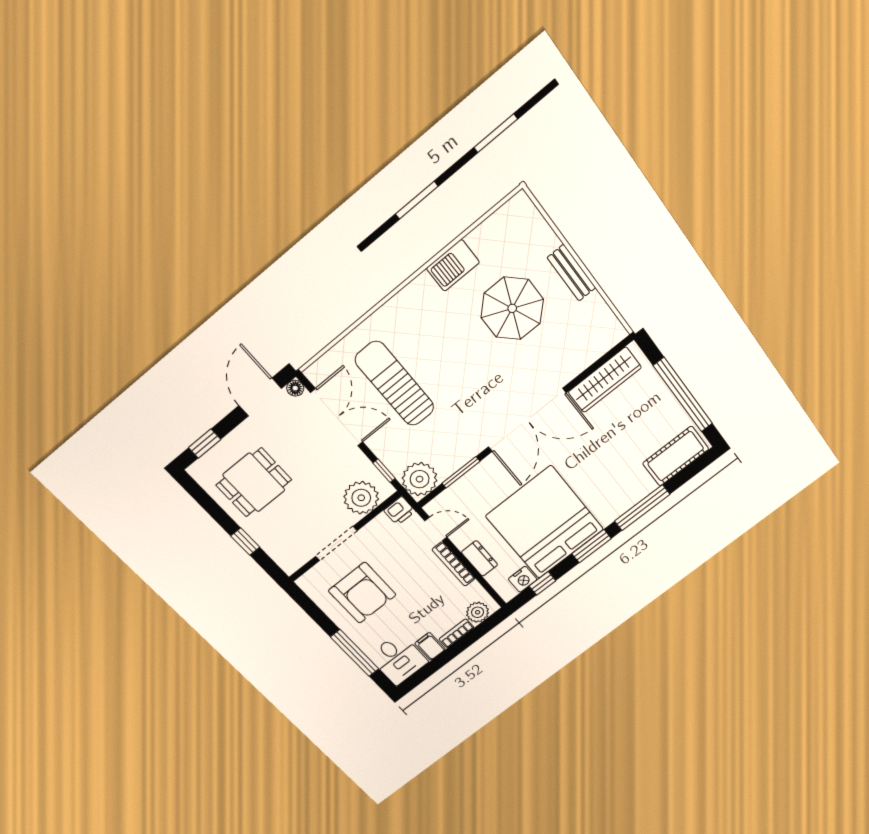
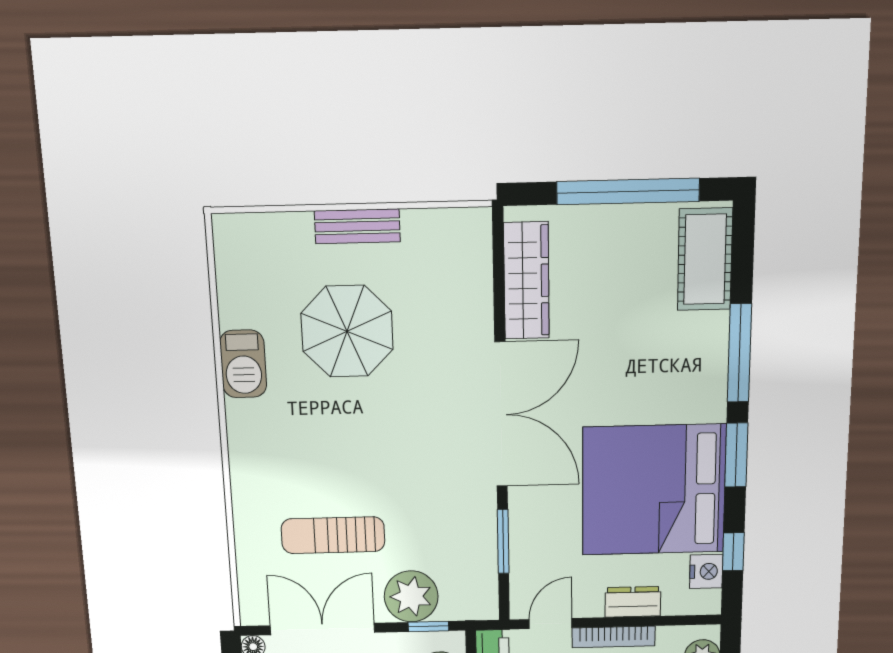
sun lounger: (395, 384) -> (333, 535), width x0.73, depth x0.75
plant: (420, 479) -> (411, 596), moved

